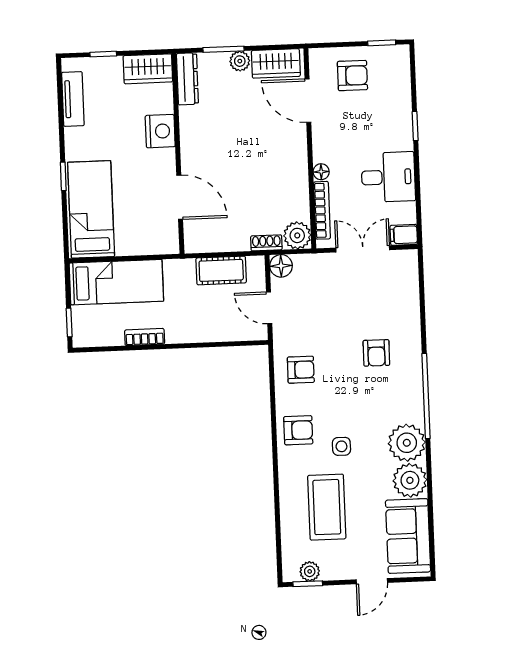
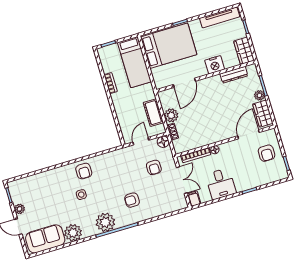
dresser: (187, 79) -> (234, 75), moved
tv unit: (73, 99) -> (220, 17), width x1.41
bed: (91, 209) -> (169, 46), width x1.50
plant: (297, 235) -> (171, 115), moved
armchair: (301, 370) -> (154, 167), moved
plant: (407, 443) -> (105, 222), moved
coffee table: (327, 507) -> (49, 195), removed
plant: (310, 571) -> (20, 209), moved

